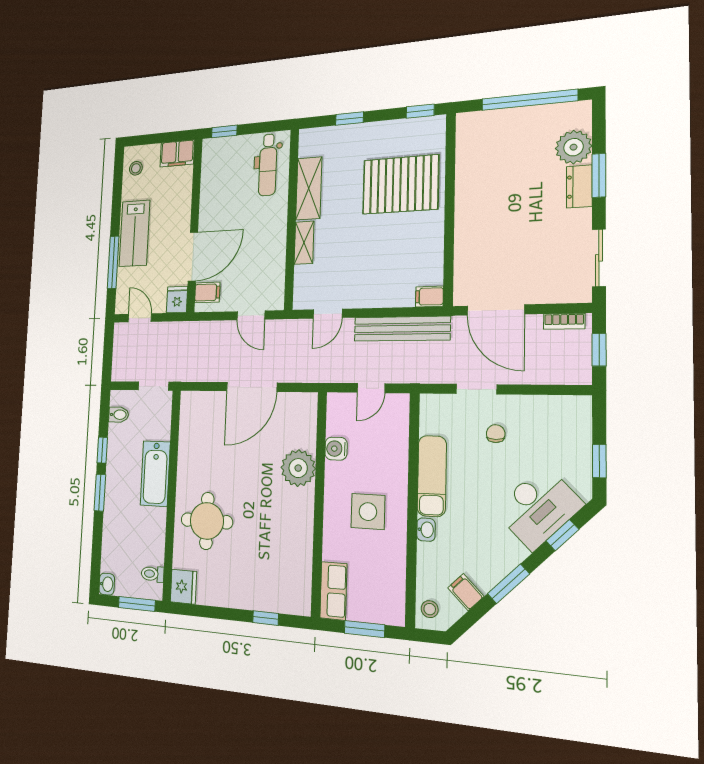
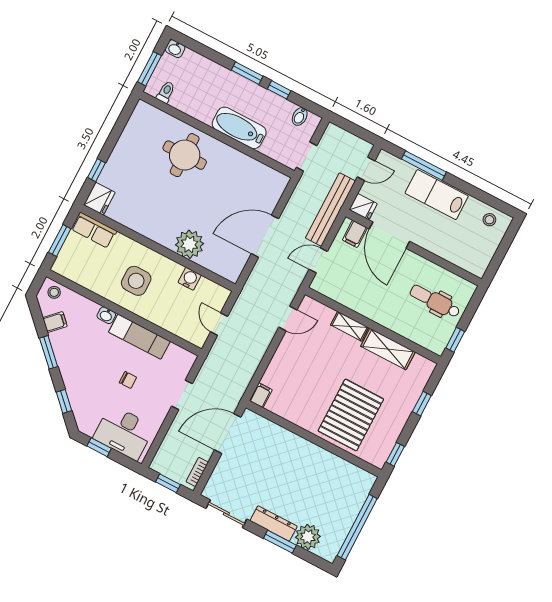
window: (224, 131) -> (455, 340), moved
filing cabinet: (177, 153) -> (480, 260), removed
dental chair: (268, 165) -> (435, 301), moved
dresser: (579, 186) -> (274, 523), width x1.44
door: (328, 314) -> (288, 319), swing flipped
bench: (402, 329) -> (330, 209), moved
door: (252, 387) -> (265, 236), hinge flipped
chair: (496, 434) -> (128, 380), moved
desk: (538, 507) -> (124, 432), moved, turned -45
fridge: (183, 587) -> (99, 199), moved, turned -90

